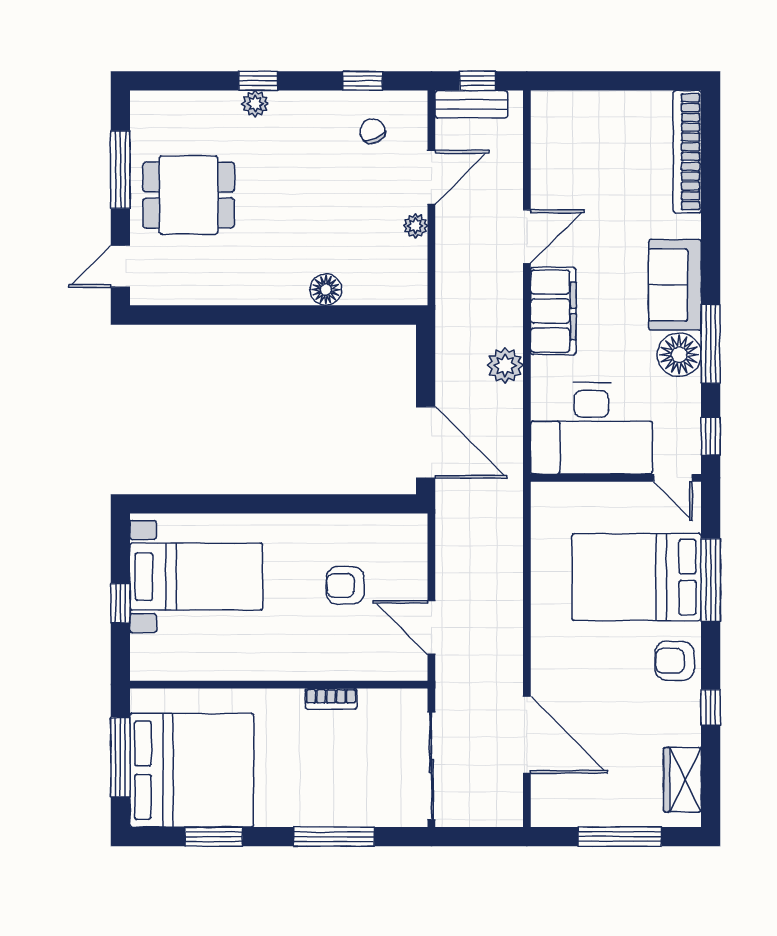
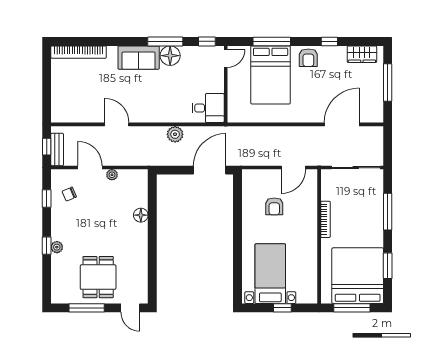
filing cabinet: (553, 311) -> (150, 112), removed
desk: (592, 428) -> (208, 108), width x0.53, depth x0.77
bookcase: (331, 699) -> (325, 219), width x1.56

